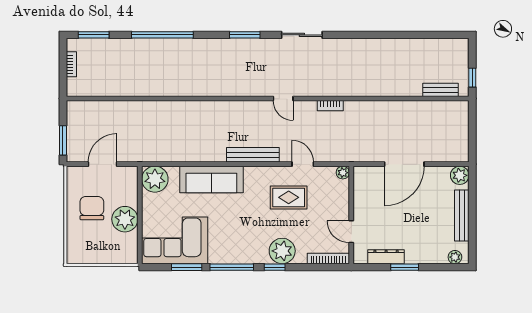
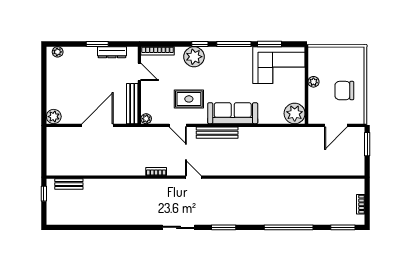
sofa: (211, 179) -> (233, 113), moved
chair: (92, 208) -> (344, 91), turned 90
bench: (462, 215) -> (132, 104), moved
plant: (125, 219) -> (313, 82), width x0.53, depth x0.53

